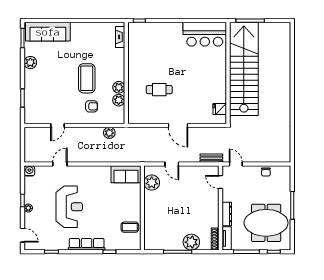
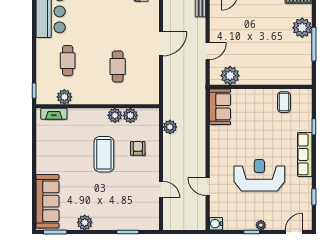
plant: (134, 46) -> (64, 97), added
cafe table: (164, 48) -> (68, 61), added
coffee table: (87, 78) -> (104, 154), turned 90

